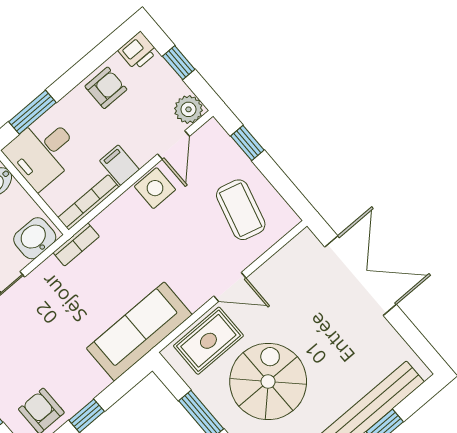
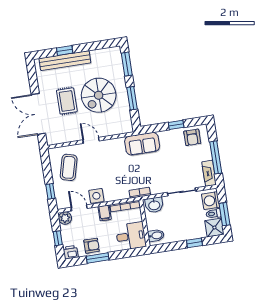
armchair: (106, 88) -> (92, 246), turned 180
window: (32, 112) -> (98, 258), moved
door: (174, 145) -> (79, 208), hinge flipped
sofa: (139, 331) -> (142, 144), width x0.73
rug: (208, 341) -> (67, 101), moved, turned 90

